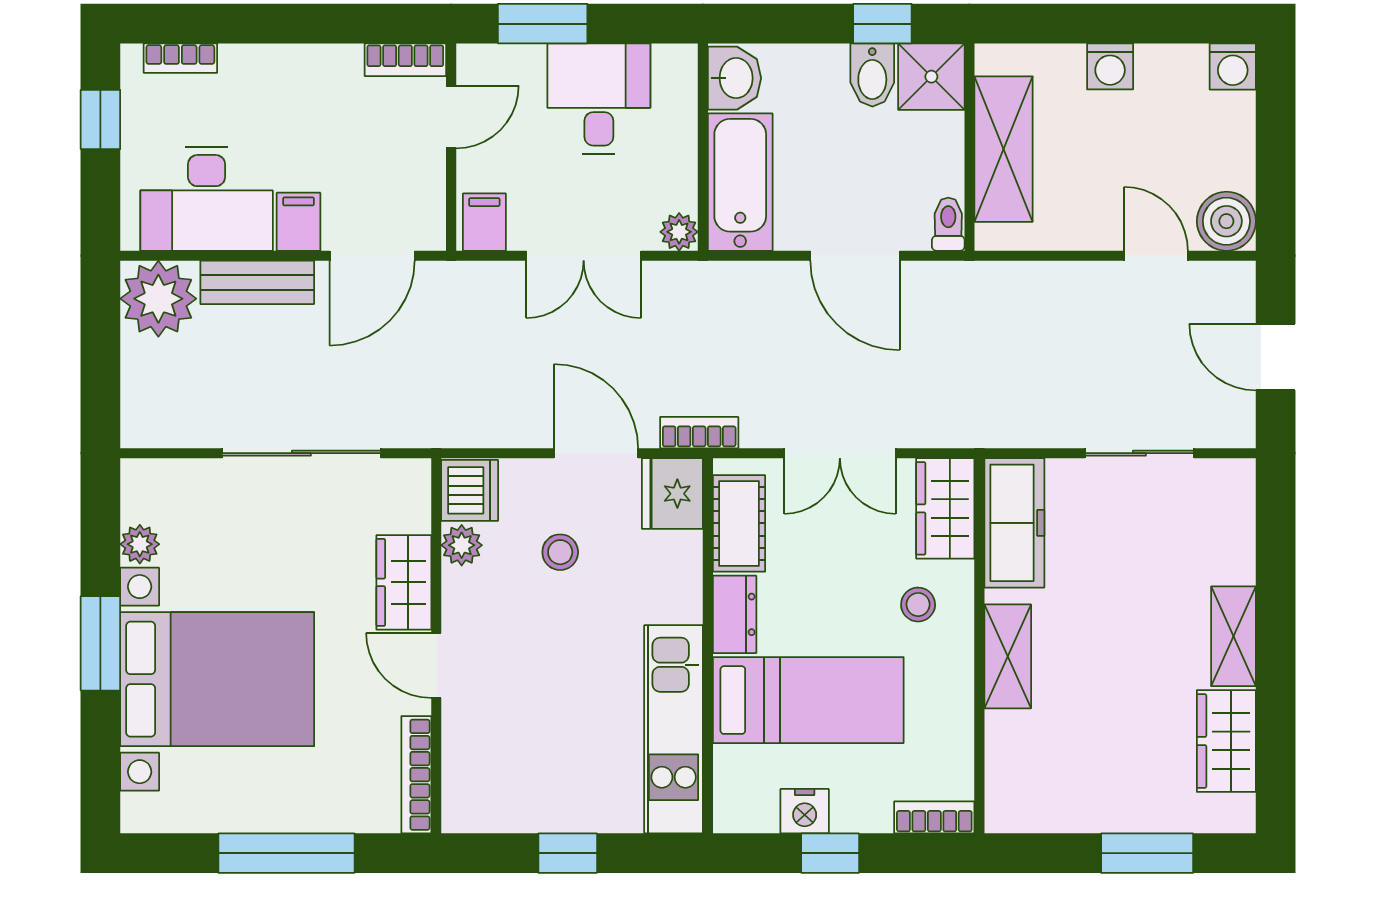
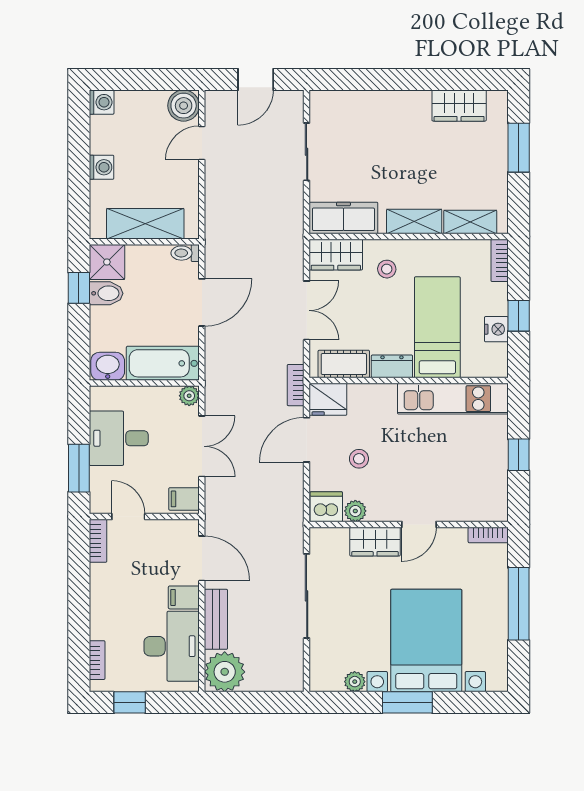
shelving: (1234, 636) -> (470, 222), moved
bookcase: (416, 775) -> (488, 535), width x0.64

